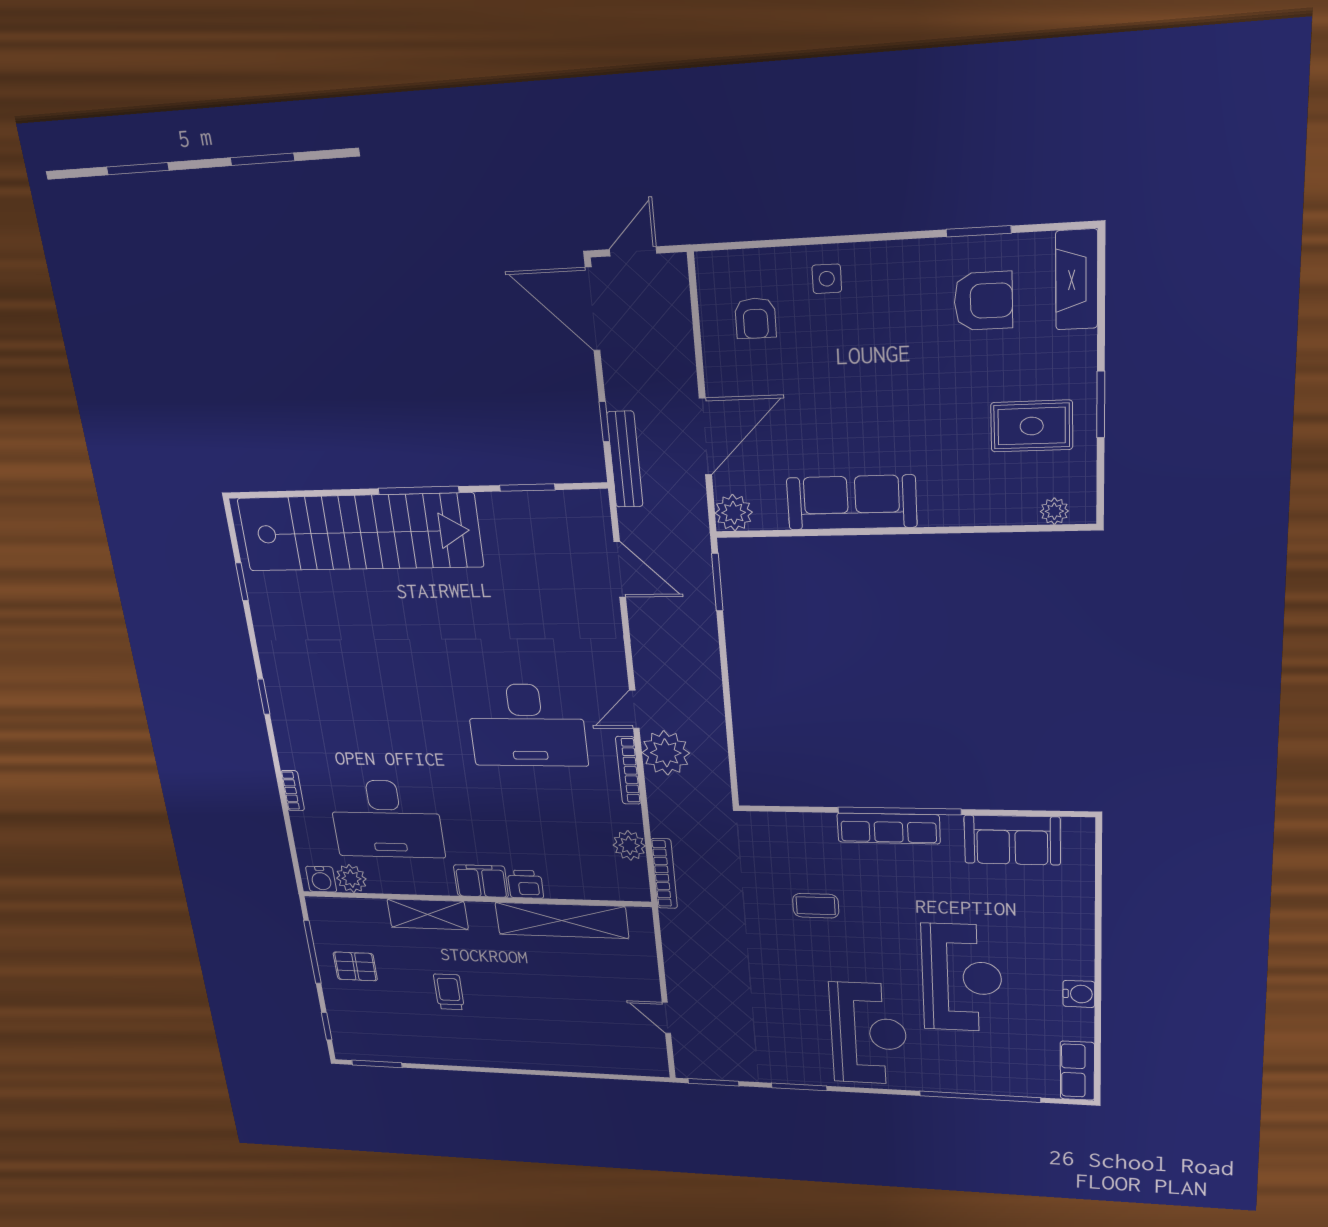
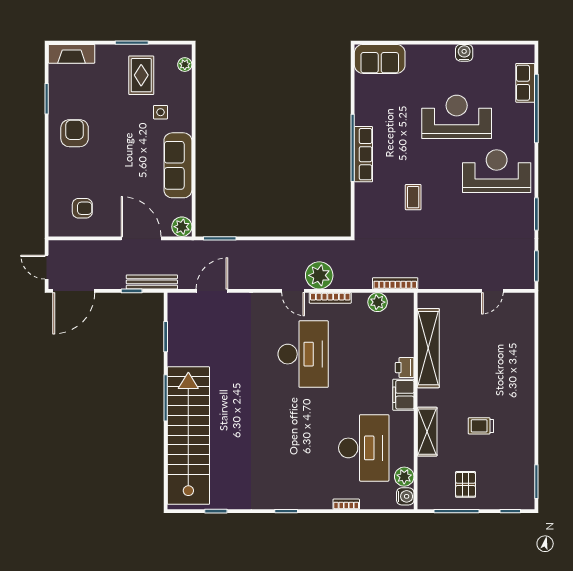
side table: (827, 279) -> (161, 112), moved
armchair: (983, 301) -> (75, 133), moved
sofa: (1012, 840) -> (380, 59), moved, turned 90
row of seats: (1077, 1071) -> (525, 83), moved, turned 90

